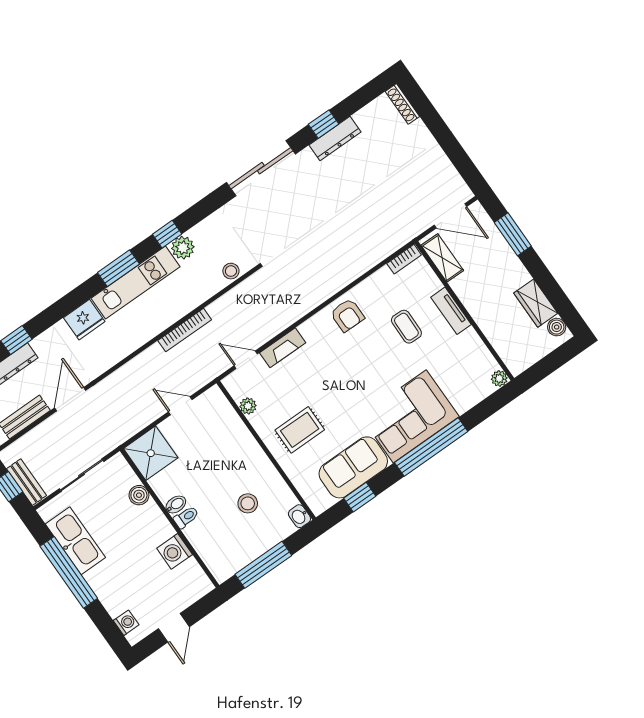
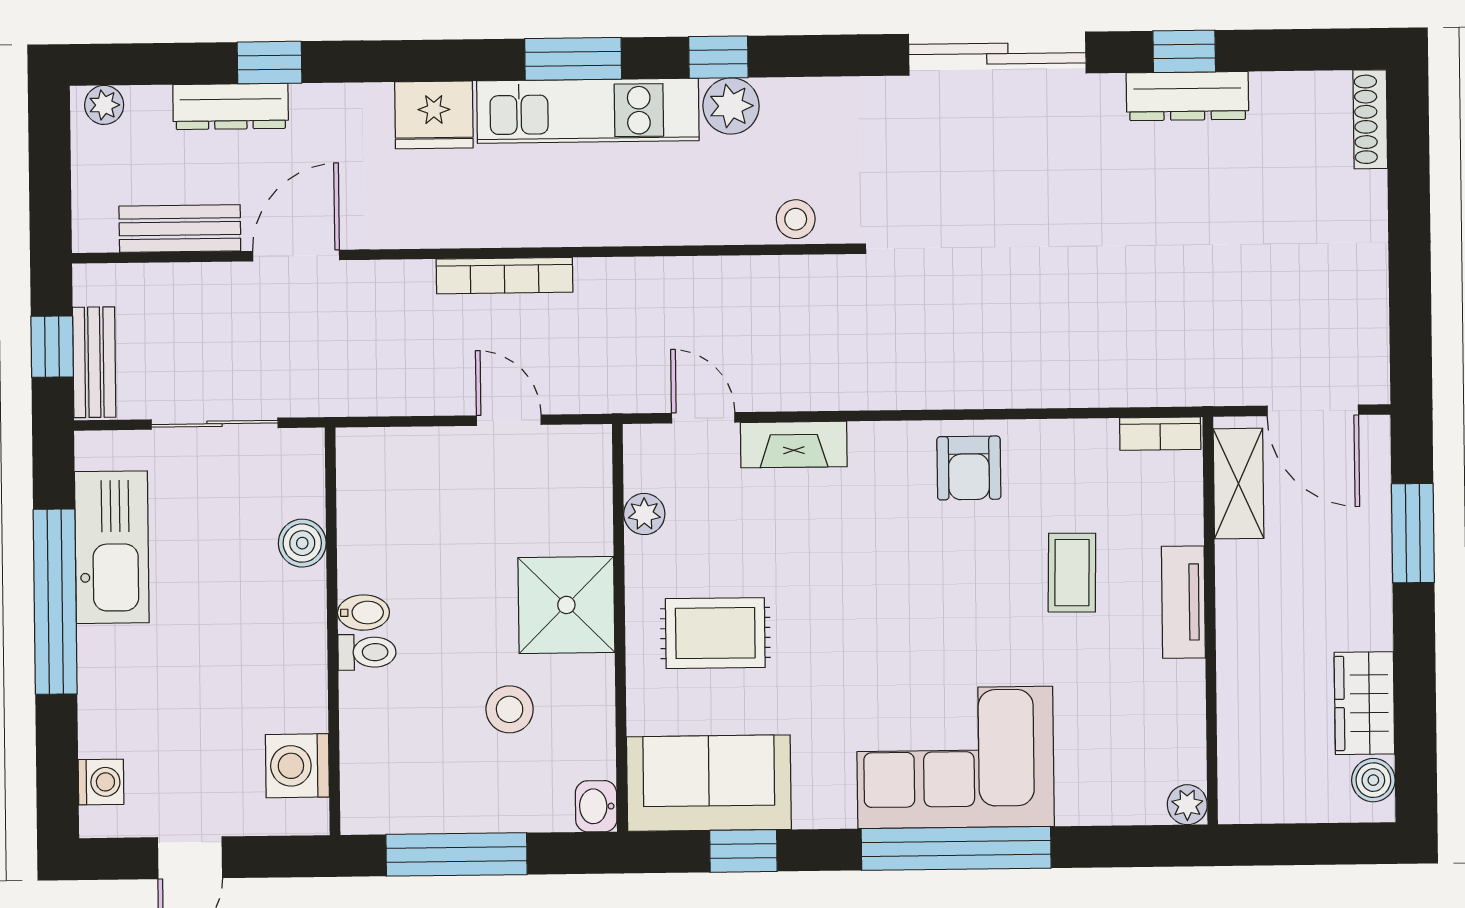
bookcase: (185, 330) -> (505, 276), moved
shower: (151, 453) -> (566, 605), moved
sofa: (353, 467) -> (709, 783), moved
washing machine: (175, 551) -> (297, 766), moved

